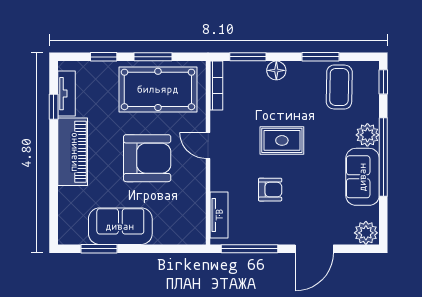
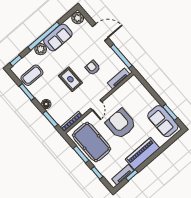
sofa: (120, 226) -> (163, 121), moved

